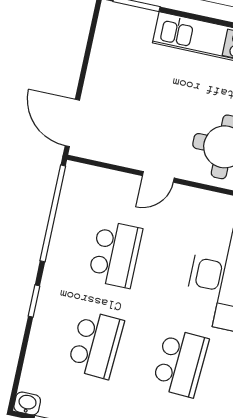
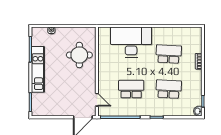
door: (158, 177) -> (97, 100), moved

